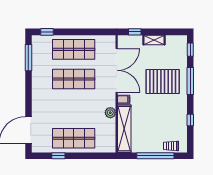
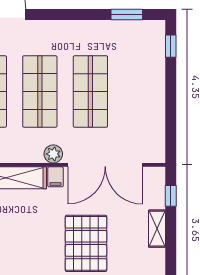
shop shelf: (74, 49) -> (40, 91), moved
window: (28, 58) -> (127, 14), width x0.69
plant: (110, 113) -> (53, 154), moved

